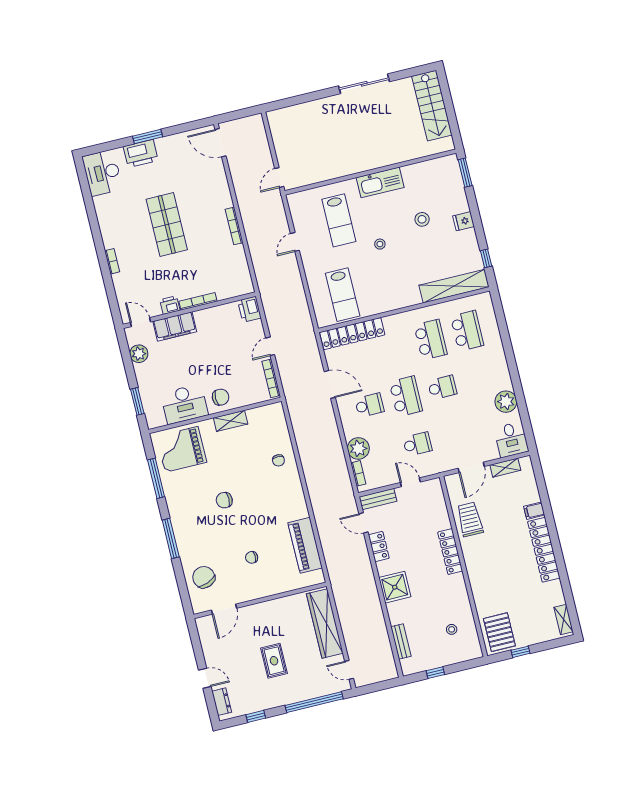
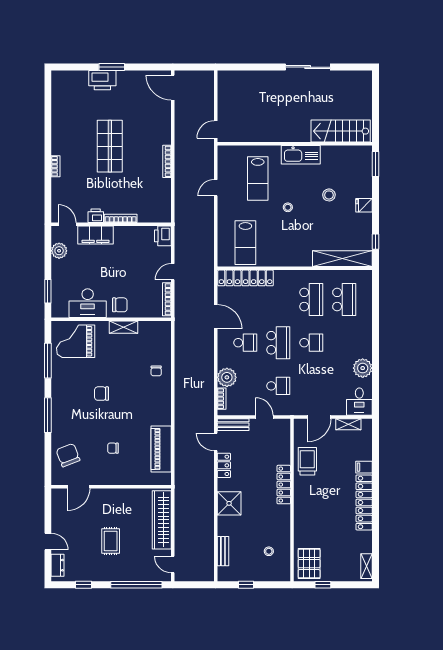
stairs: (432, 106) -> (341, 131), moved, turned 90
desk: (102, 173) -> (66, 89), removed

